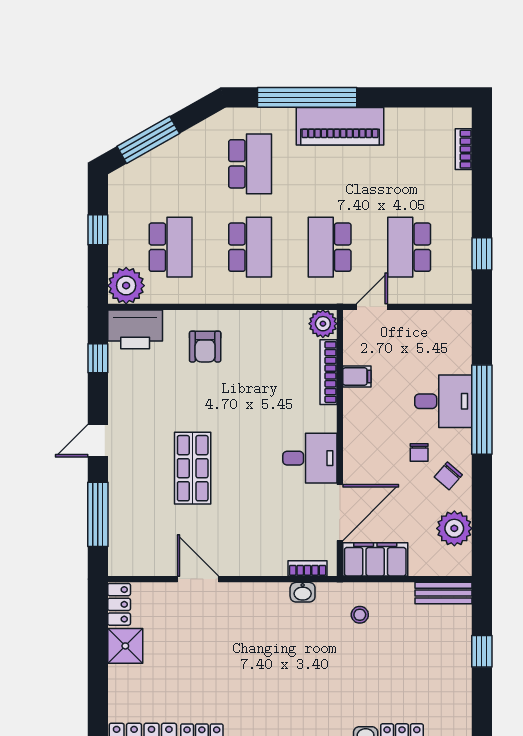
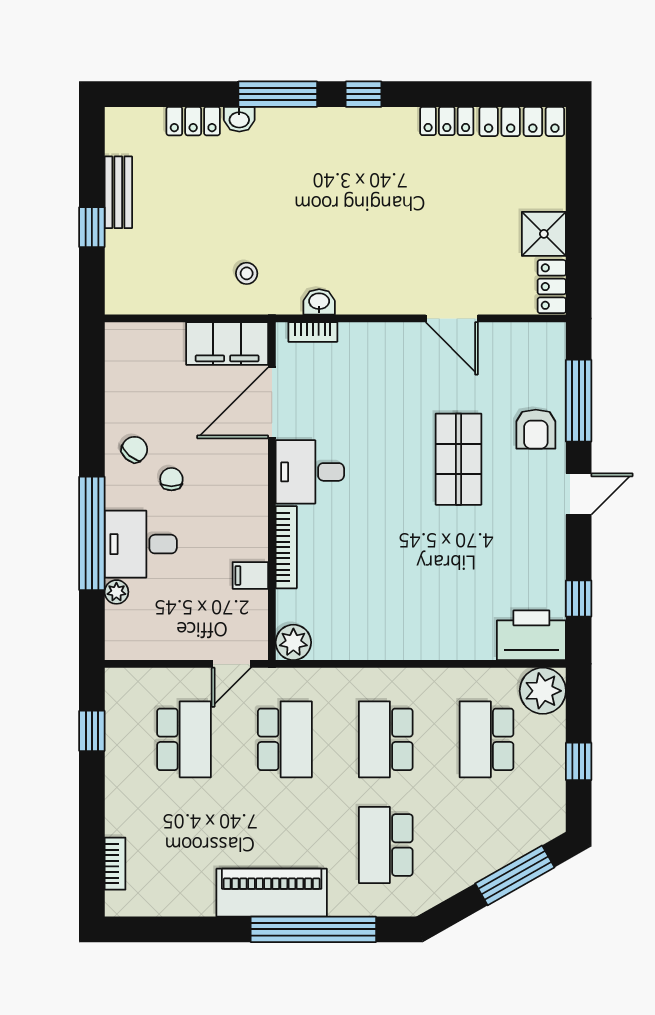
armchair: (205, 347) -> (536, 429), moved, turned 180
bookcase: (329, 372) -> (286, 547), moved
plant: (454, 528) -> (116, 592), moved, width x0.53, depth x0.53
bench: (444, 593) -> (118, 192), moved, turned 90

